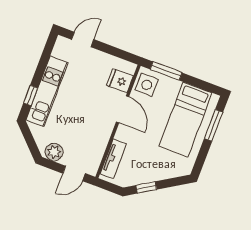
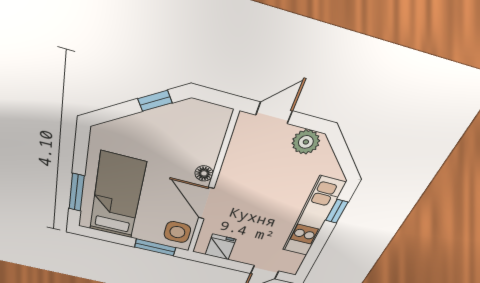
fridge: (120, 81) -> (220, 247), moved, turned -90
floor lamp: (122, 134) -> (204, 173), added
tv unit: (113, 159) -> (213, 139), removed

